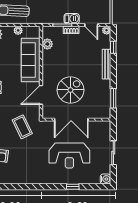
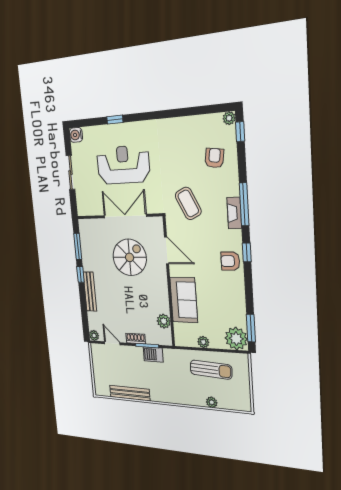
barbecue: (72, 19) -> (153, 354), moved
window: (113, 47) -> (80, 274), moved
sofa: (31, 60) -> (184, 300), width x0.73
spiral stairs: (70, 90) -> (130, 257), turned 180
door: (41, 95) -> (166, 250), hinge flipped

